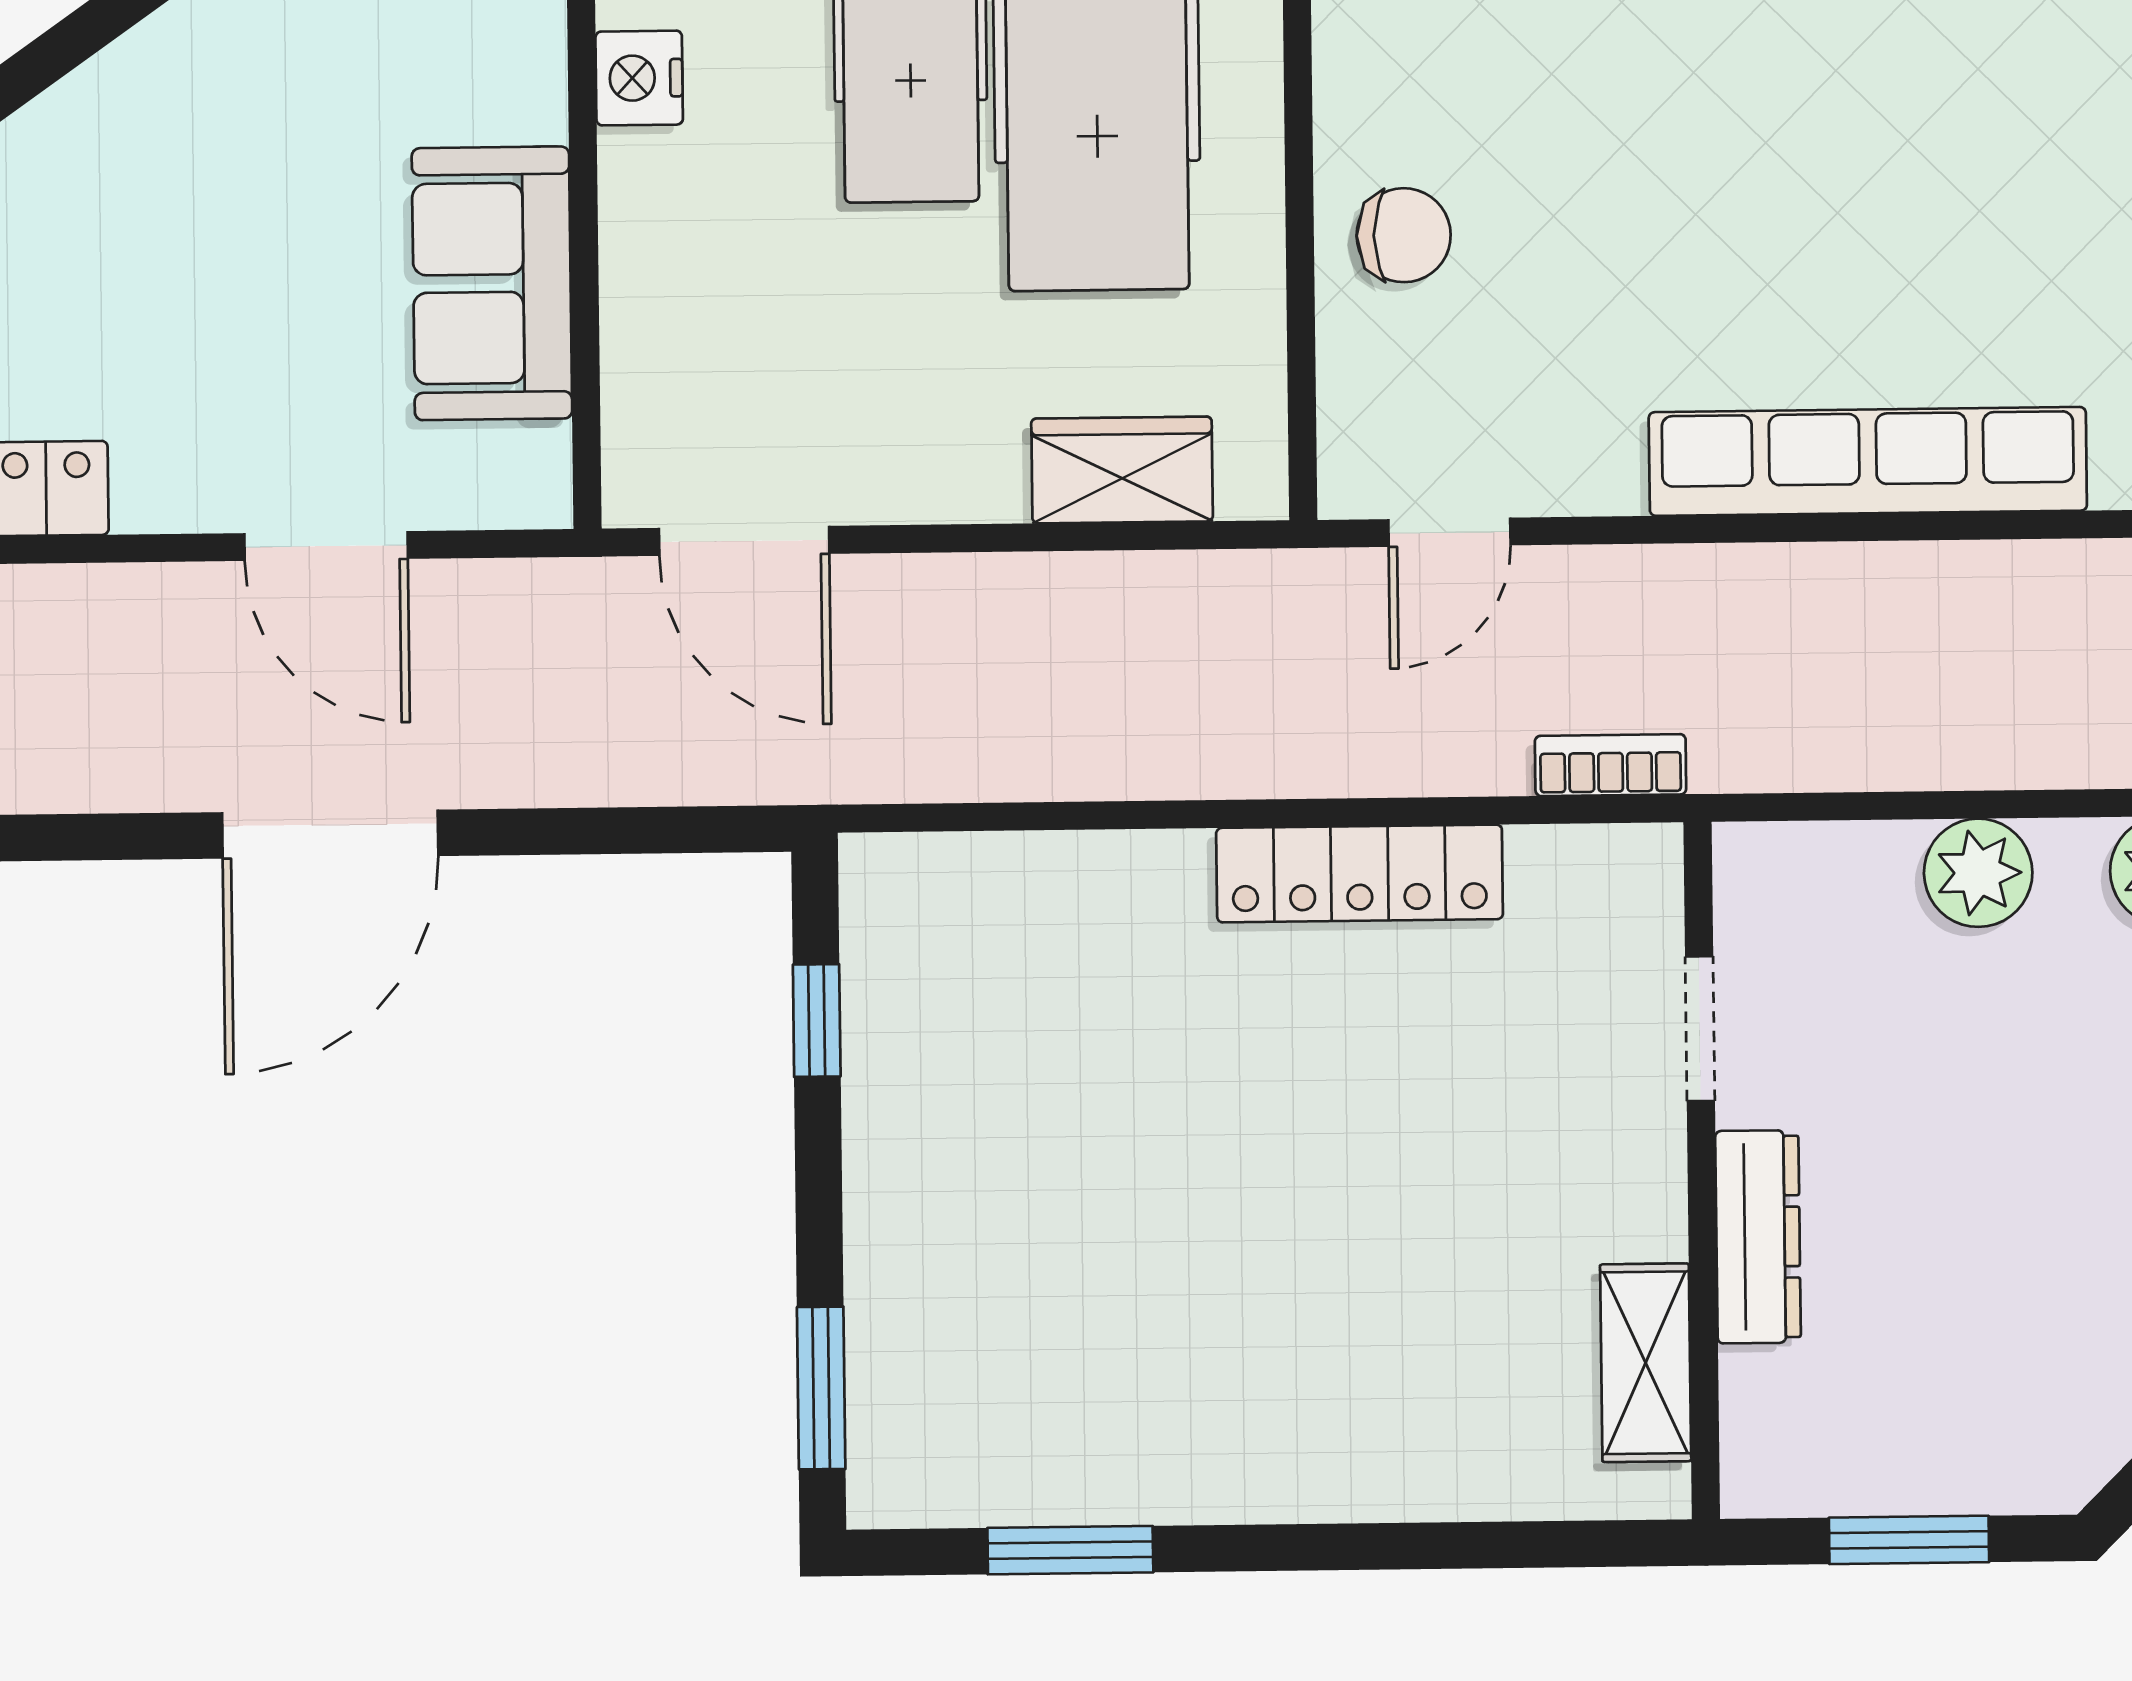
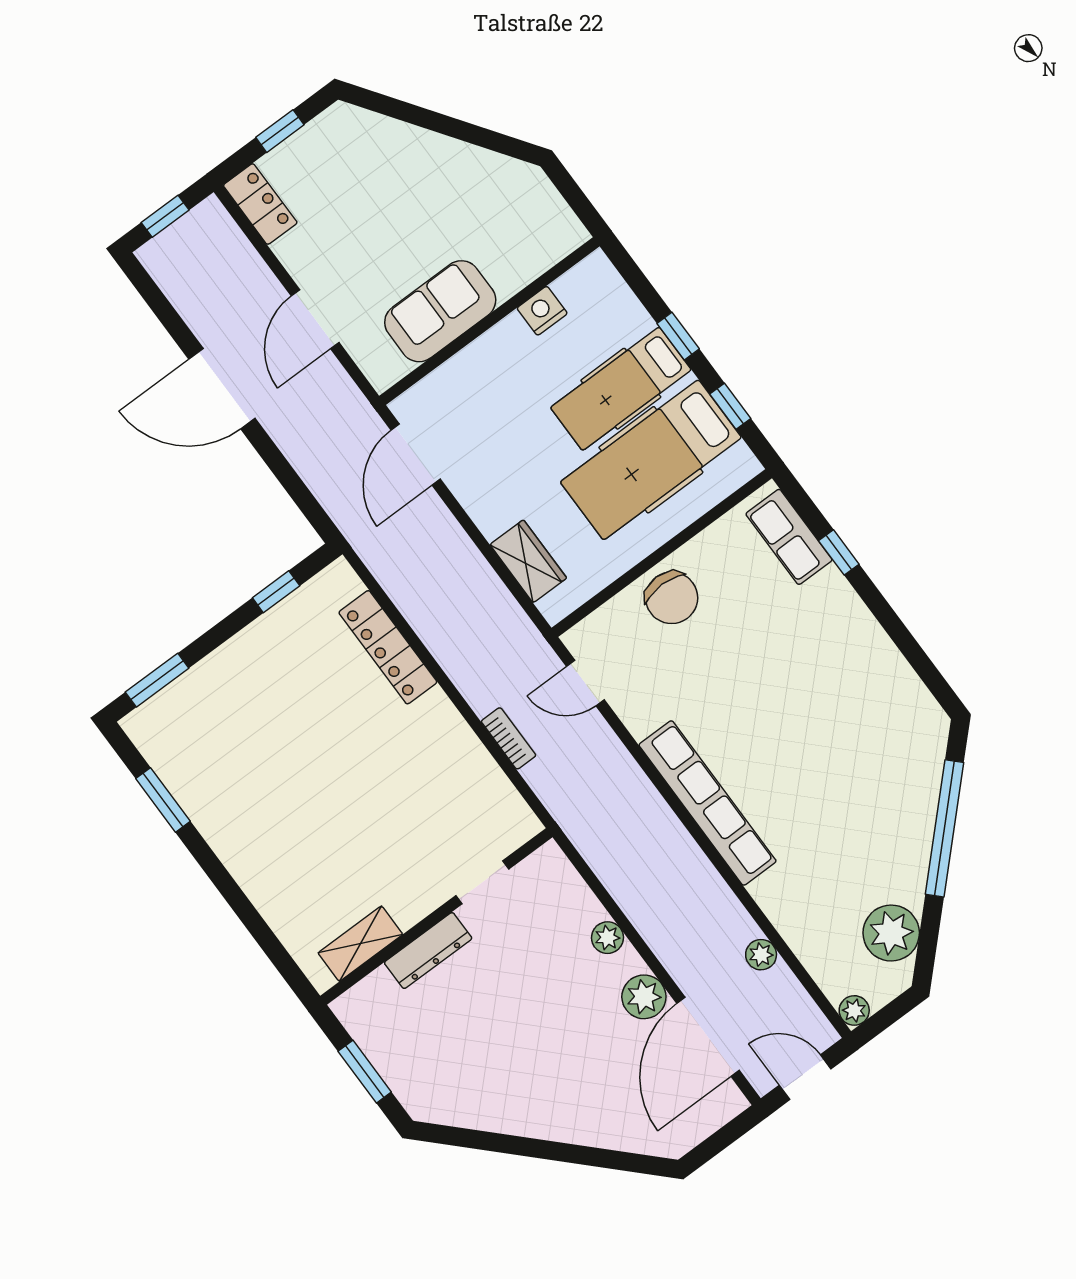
chair: (1404, 235) -> (672, 598), width x1.37, depth x1.37
bookcase: (1611, 765) -> (509, 738), moved
locker: (1360, 873) -> (388, 647), moved
plant: (1978, 873) -> (607, 938), width x0.73, depth x0.73

